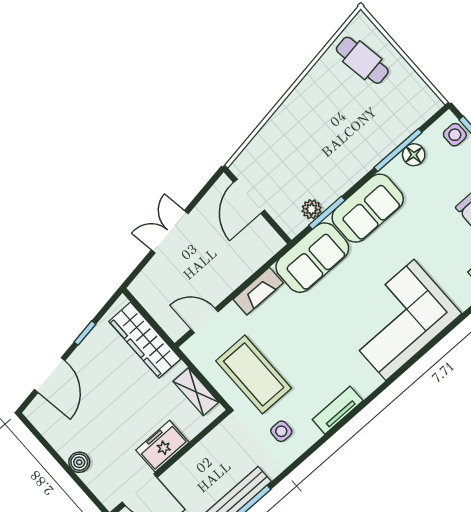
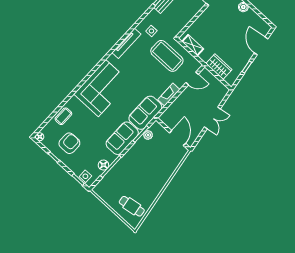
wardrobe: (145, 340) -> (219, 67), width x0.67
tv unit: (338, 410) -> (126, 43), width x1.41
freezer: (162, 446) -> (206, 18), removed

